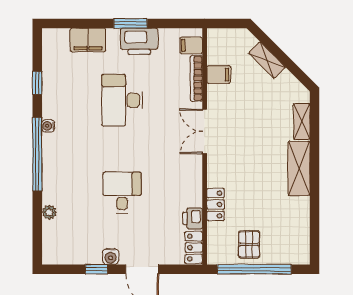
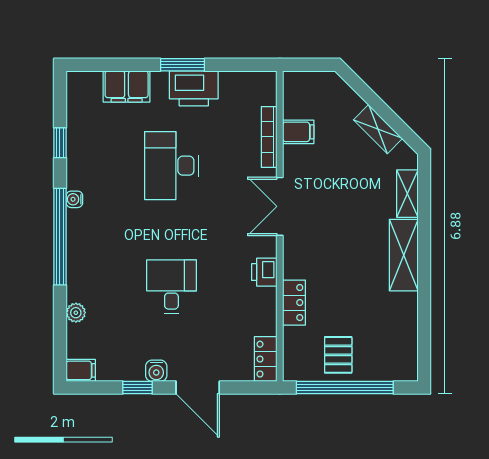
filing cabinet: (191, 45) -> (81, 370), moved, turned 180
shelving: (267, 60) -> (378, 129), moved
printer: (193, 218) -> (264, 272), moved

